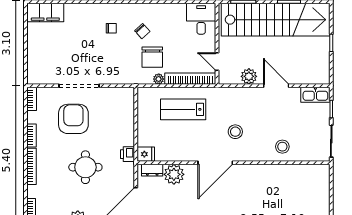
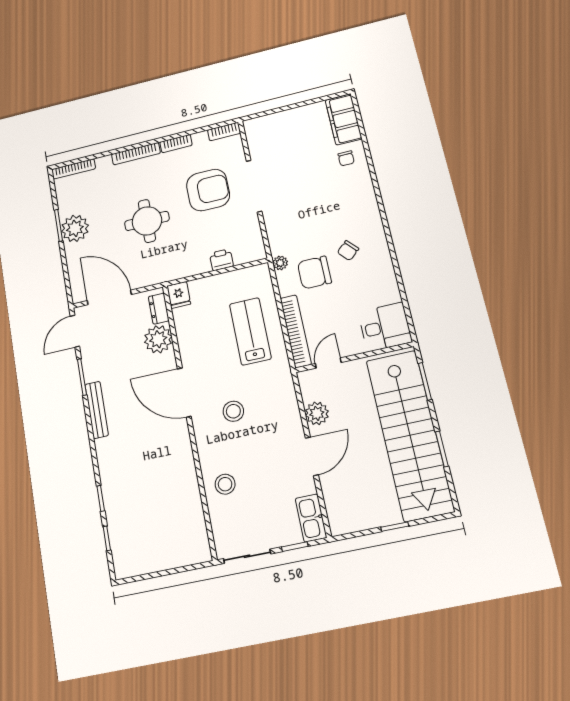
chair: (111, 28) -> (346, 158), moved
plant: (159, 79) -> (280, 263), moved
printer: (127, 154) -> (221, 260), moved

